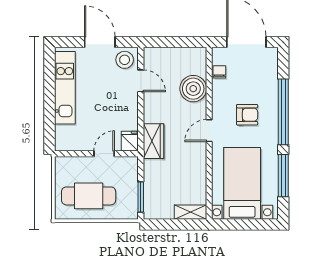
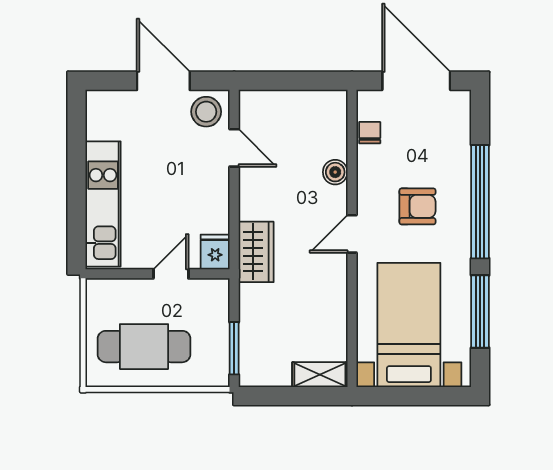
kitchen unit: (65, 88) -> (103, 204), moved
boiler: (193, 89) -> (335, 172), width x0.54, depth x0.54

